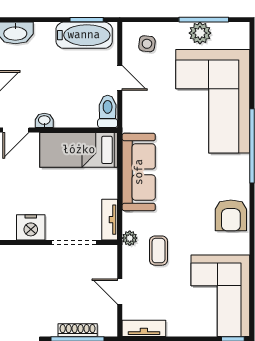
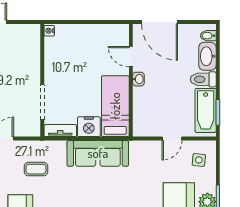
toilet: (108, 111) -> (203, 79), moved, turned 180
nightstand: (31, 227) -> (89, 127), moved, turned -90
plant: (130, 238) -> (46, 146), removed

